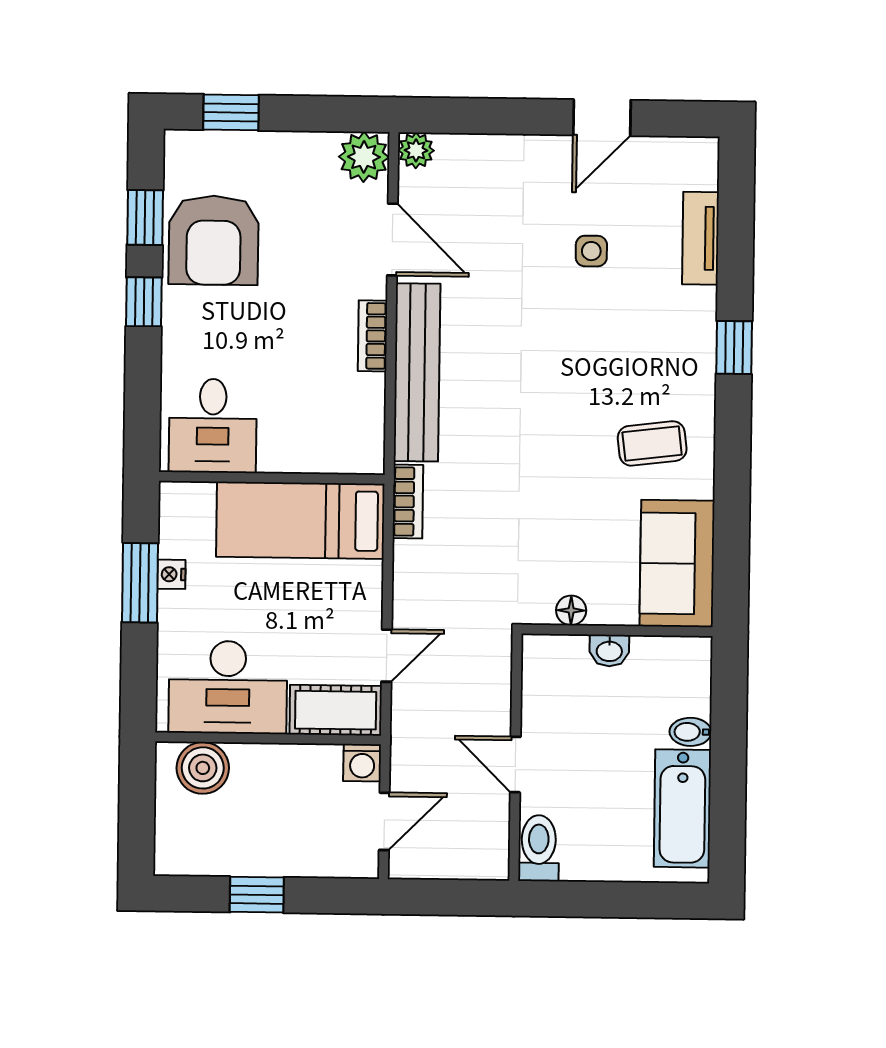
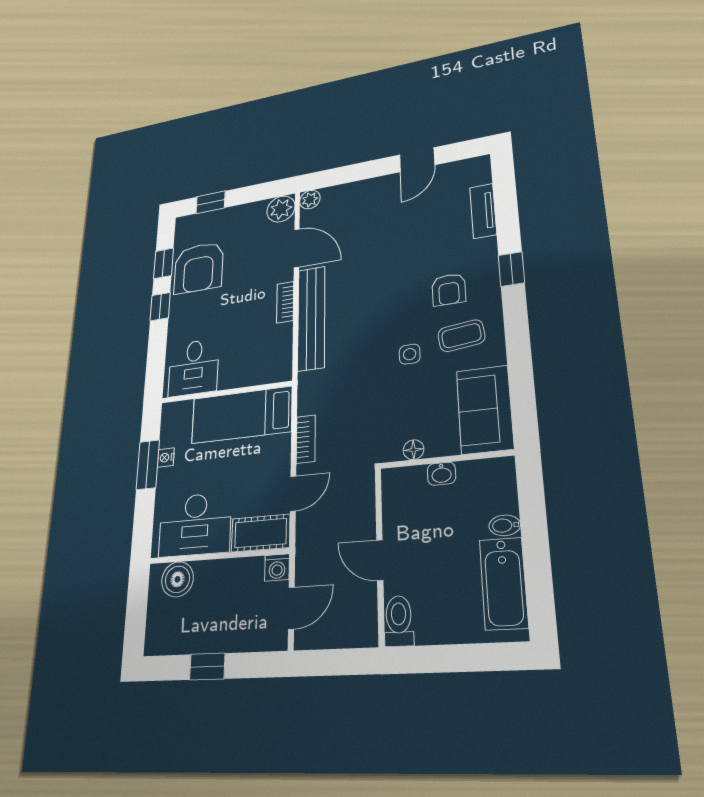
side table: (591, 251) -> (410, 354), moved
armchair: (638, 364) -> (449, 290), added
bookcase: (408, 502) -> (306, 439), moved

